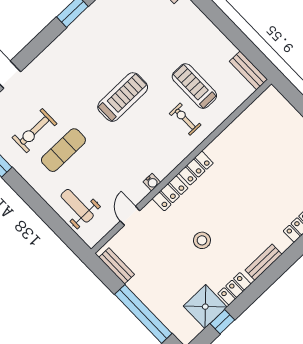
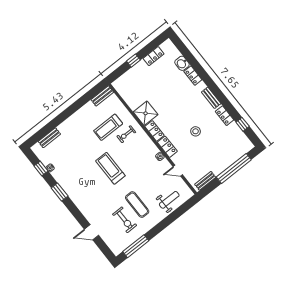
weight bench: (77, 206) -> (169, 200), turned 180
shower: (205, 307) -> (146, 113), moved

